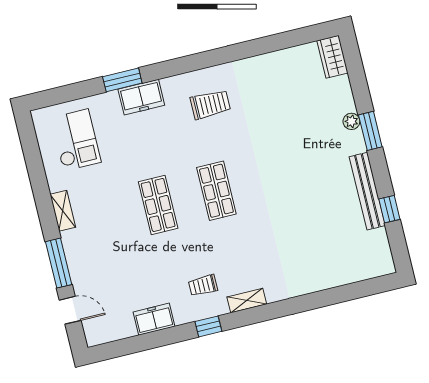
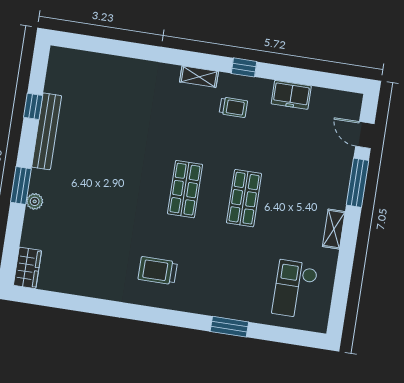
freezer: (141, 97) -> (218, 304), removed

